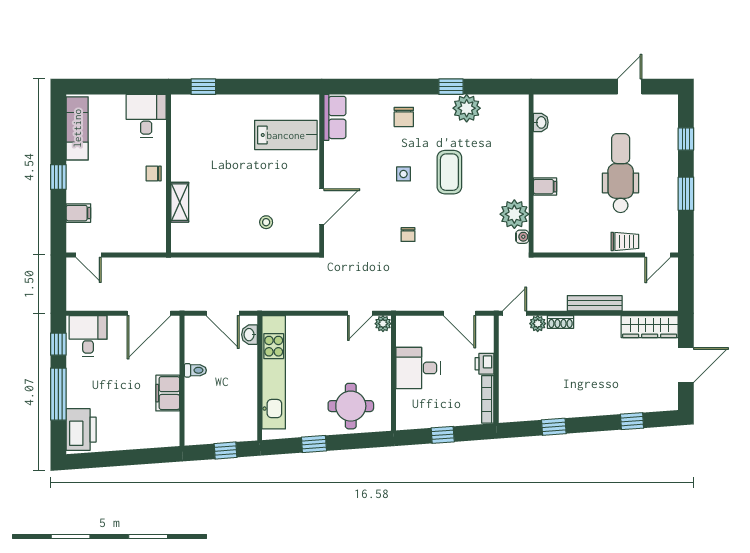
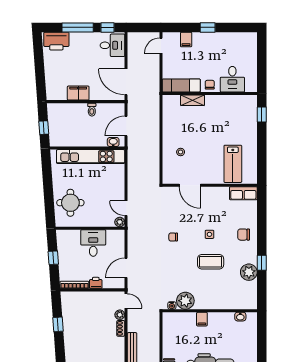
desk: (146, 116) -> (232, 79), moved, turned 90
exam couch: (77, 128) -> (181, 85), moved, turned 180
window: (314, 444) -> (48, 181), removed

